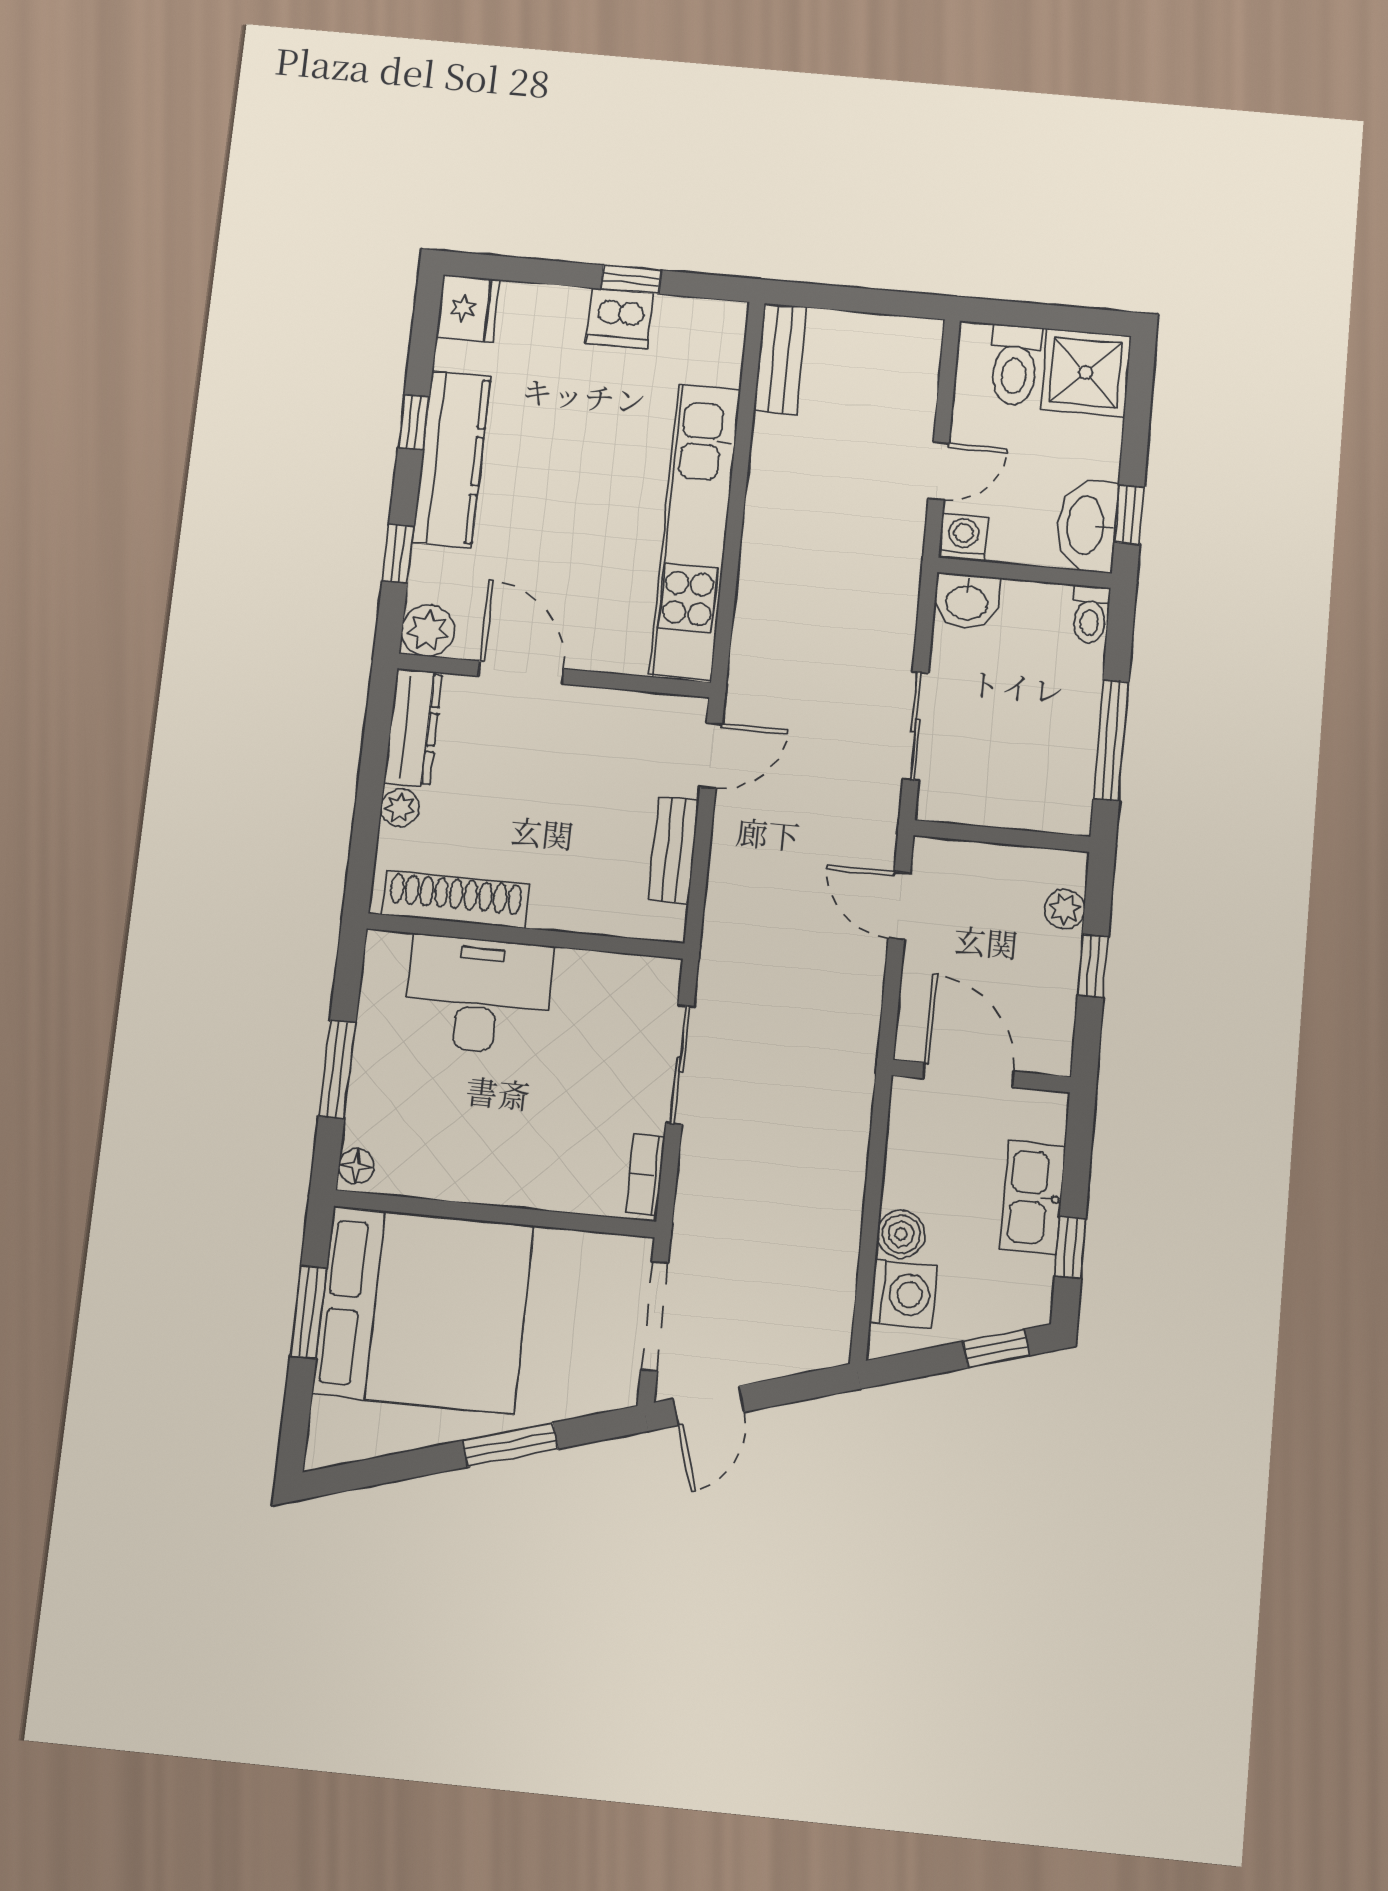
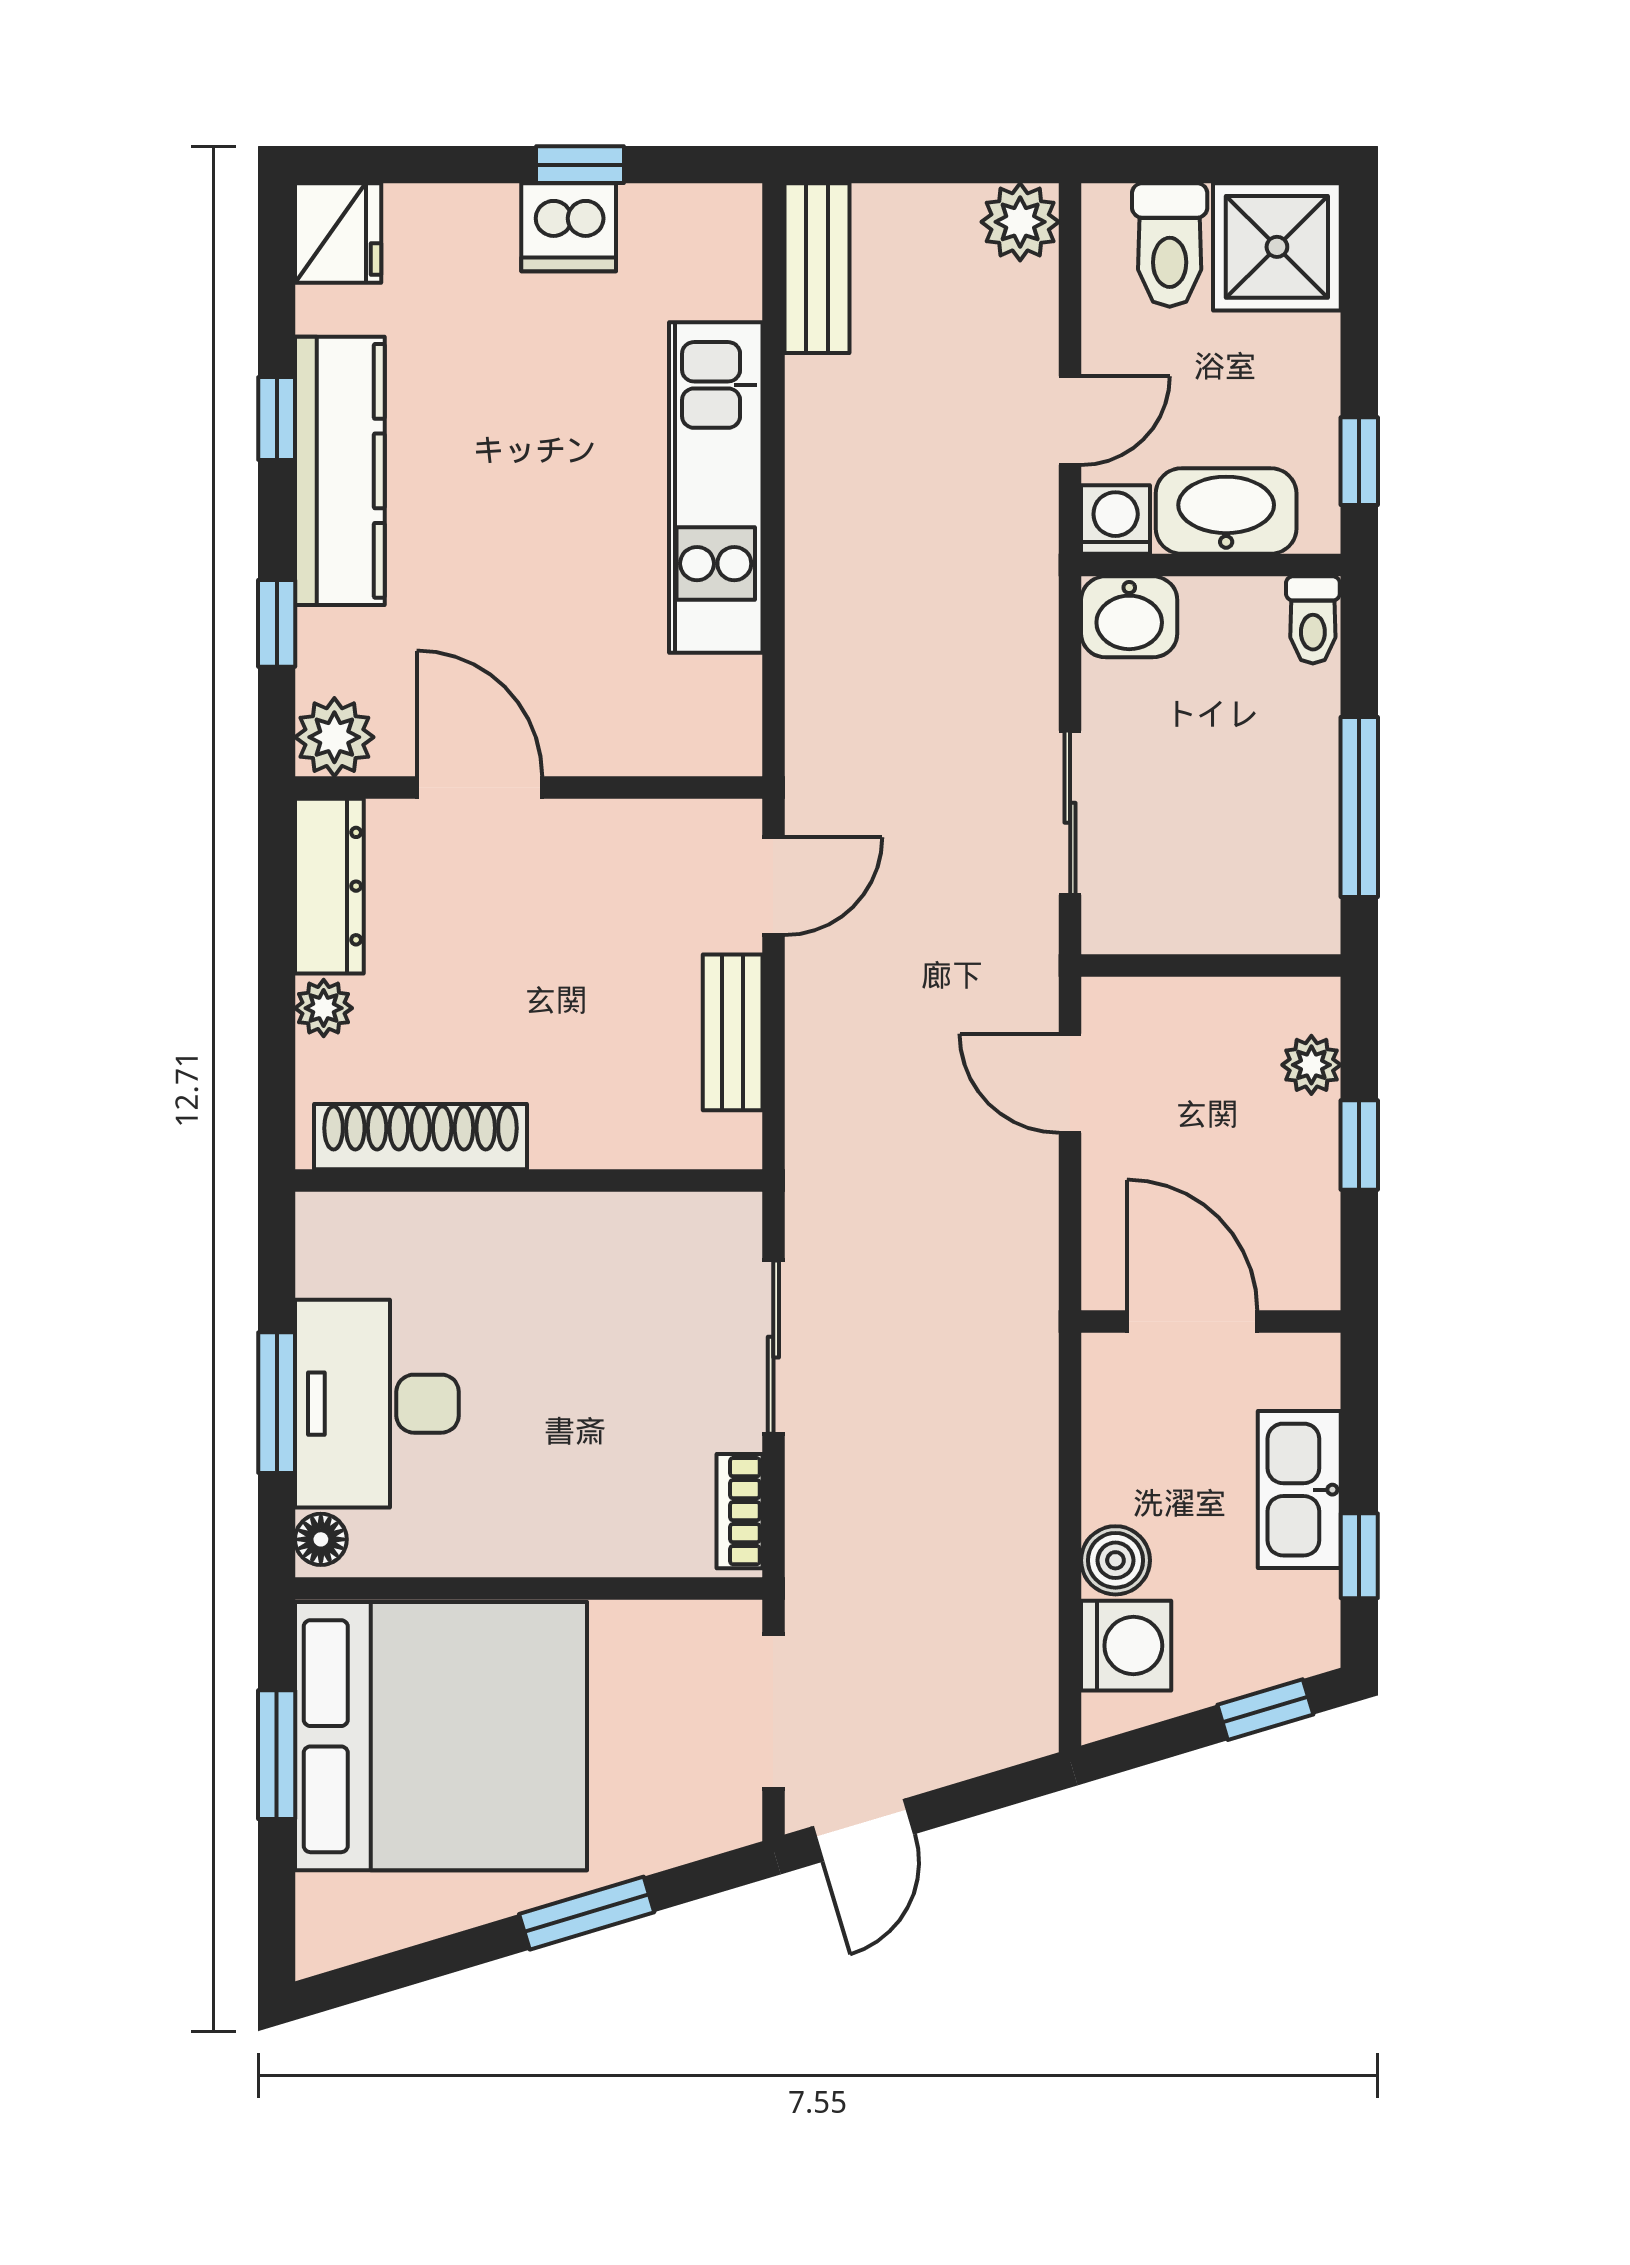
plant: (917, 342) -> (1020, 222), added
washbasin: (1087, 525) -> (1226, 511), moved, turned 90
kitchen unit: (695, 531) -> (716, 488), width x0.73
desk: (478, 995) -> (377, 1404), moved, turned -90

